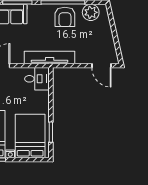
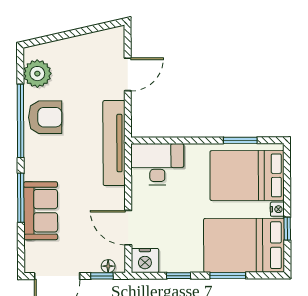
door: (101, 66) -> (128, 74), moved
desk: (37, 79) -> (157, 164), width x1.37

